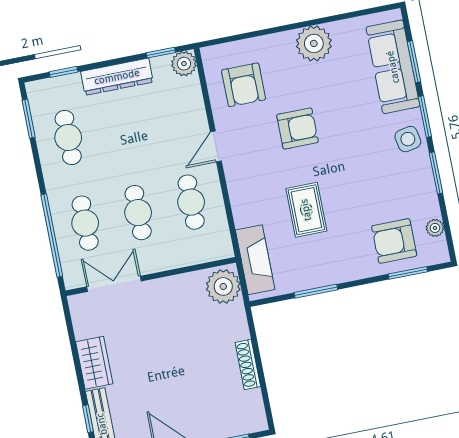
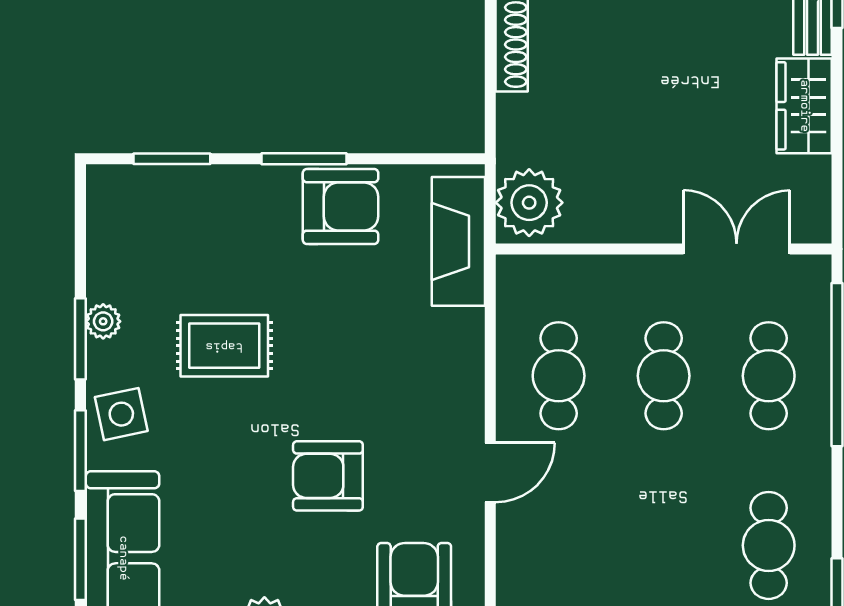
rug: (306, 210) -> (224, 346), moved, turned 90
plant: (435, 228) -> (103, 321), moved
armchair: (394, 241) -> (341, 206), moved
double door: (114, 284) -> (737, 249), swing flipped
window: (316, 291) -> (304, 159), moved

